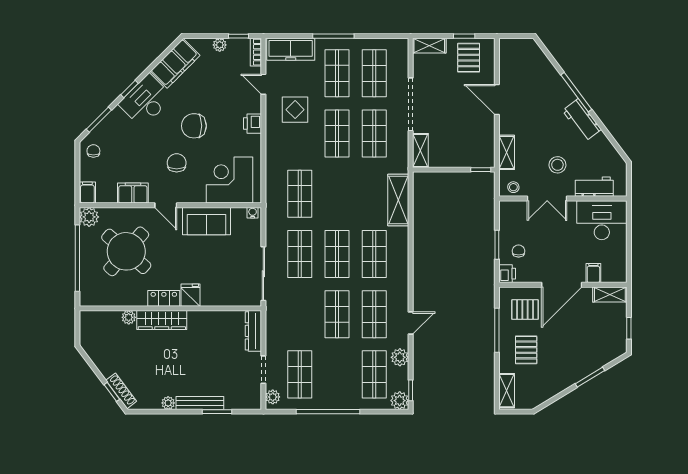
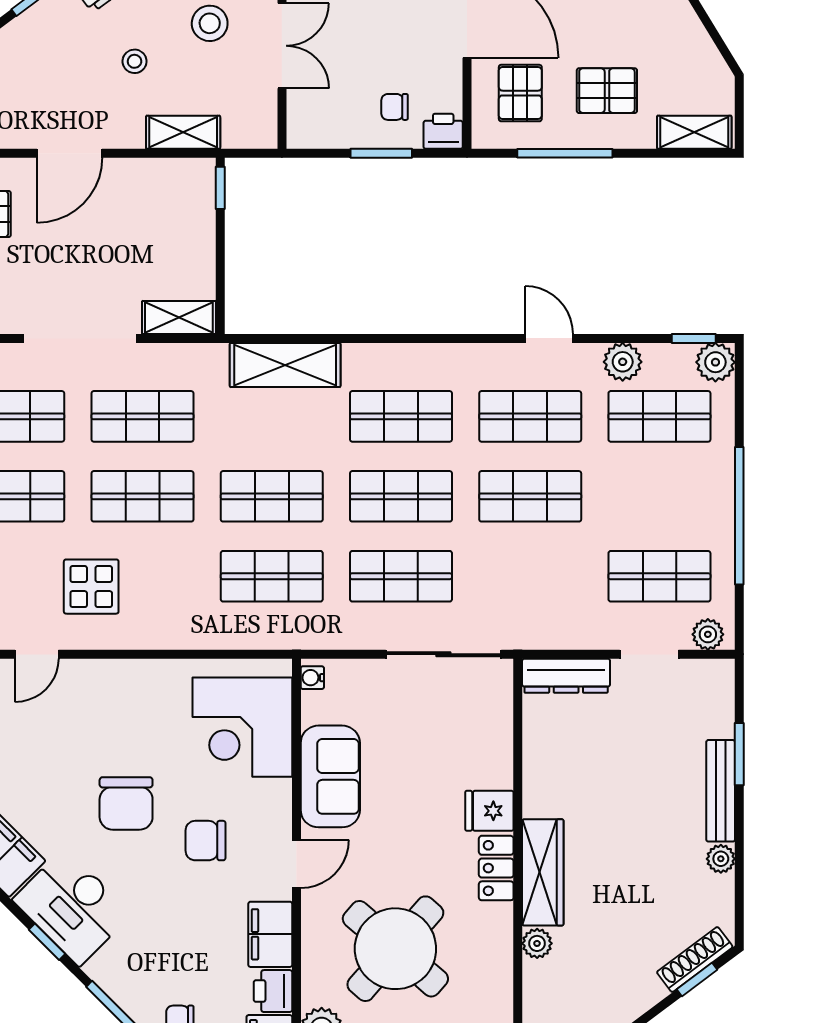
printer: (253, 124) -> (273, 991), moved, turned 90
stool: (513, 187) -> (135, 61), moved
shop shelf: (337, 194) -> (272, 496), added

